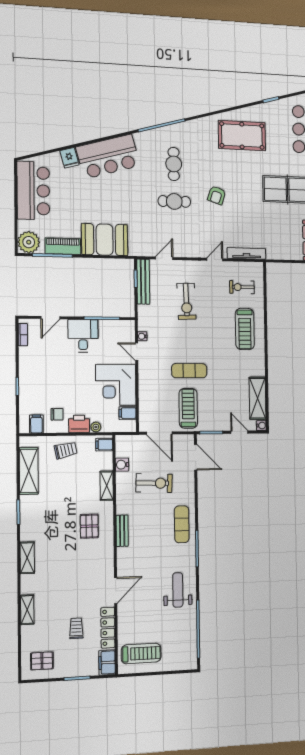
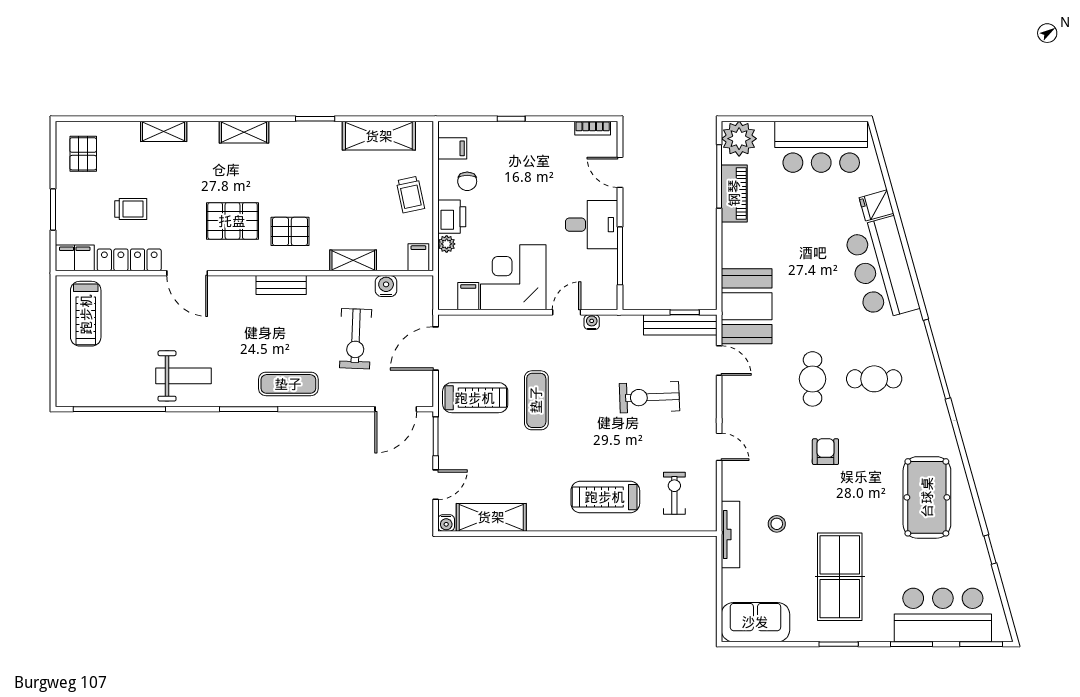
armchair: (217, 195) -> (825, 452), turned 72
stool: (258, 226) -> (777, 524), added
booth: (105, 240) -> (747, 306), moved
tv unit: (247, 253) -> (730, 534), moved
pallet: (83, 563) -> (232, 221), added

